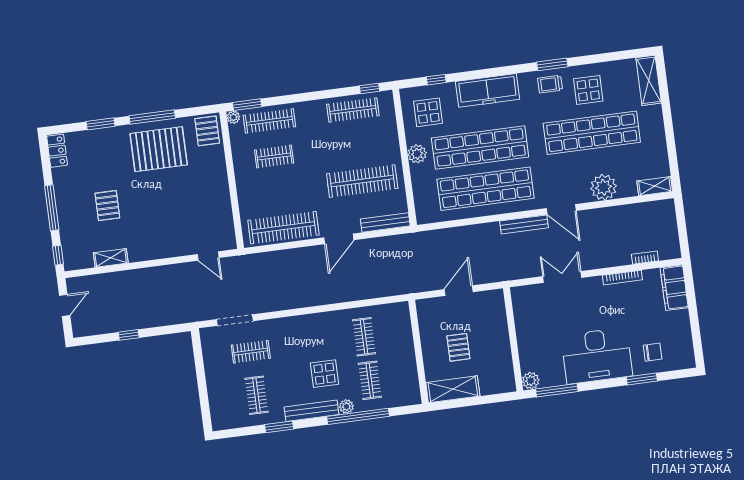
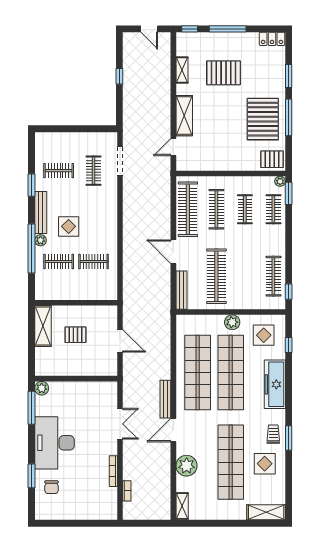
clothes rail: (269, 121) -> (273, 209), width x0.73
clothes rail: (279, 192) -> (216, 209), added
pallet: (107, 206) -> (224, 73), width x1.50, depth x1.42
shelving: (167, 248) -> (184, 116), added
filing cabinet: (674, 288) -> (100, 511), removed

